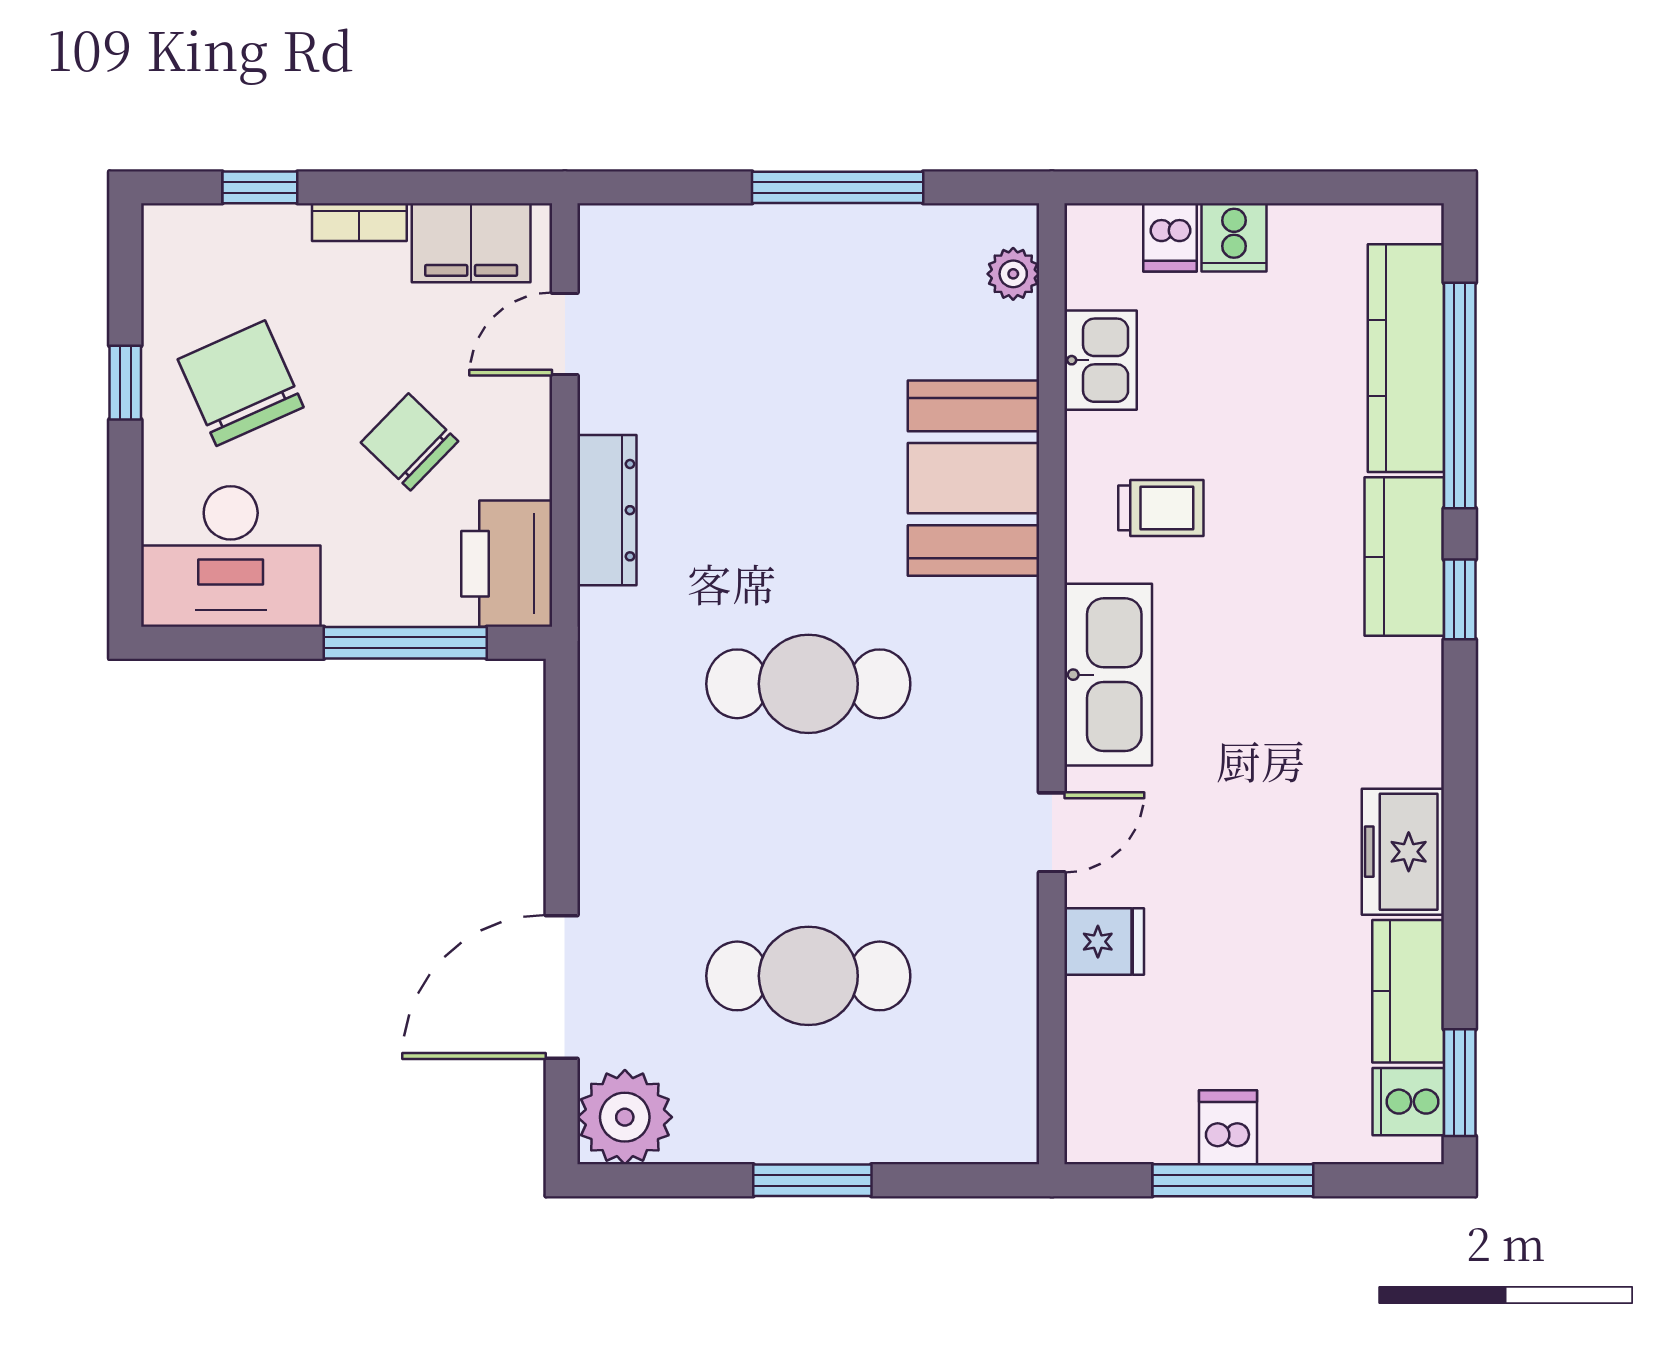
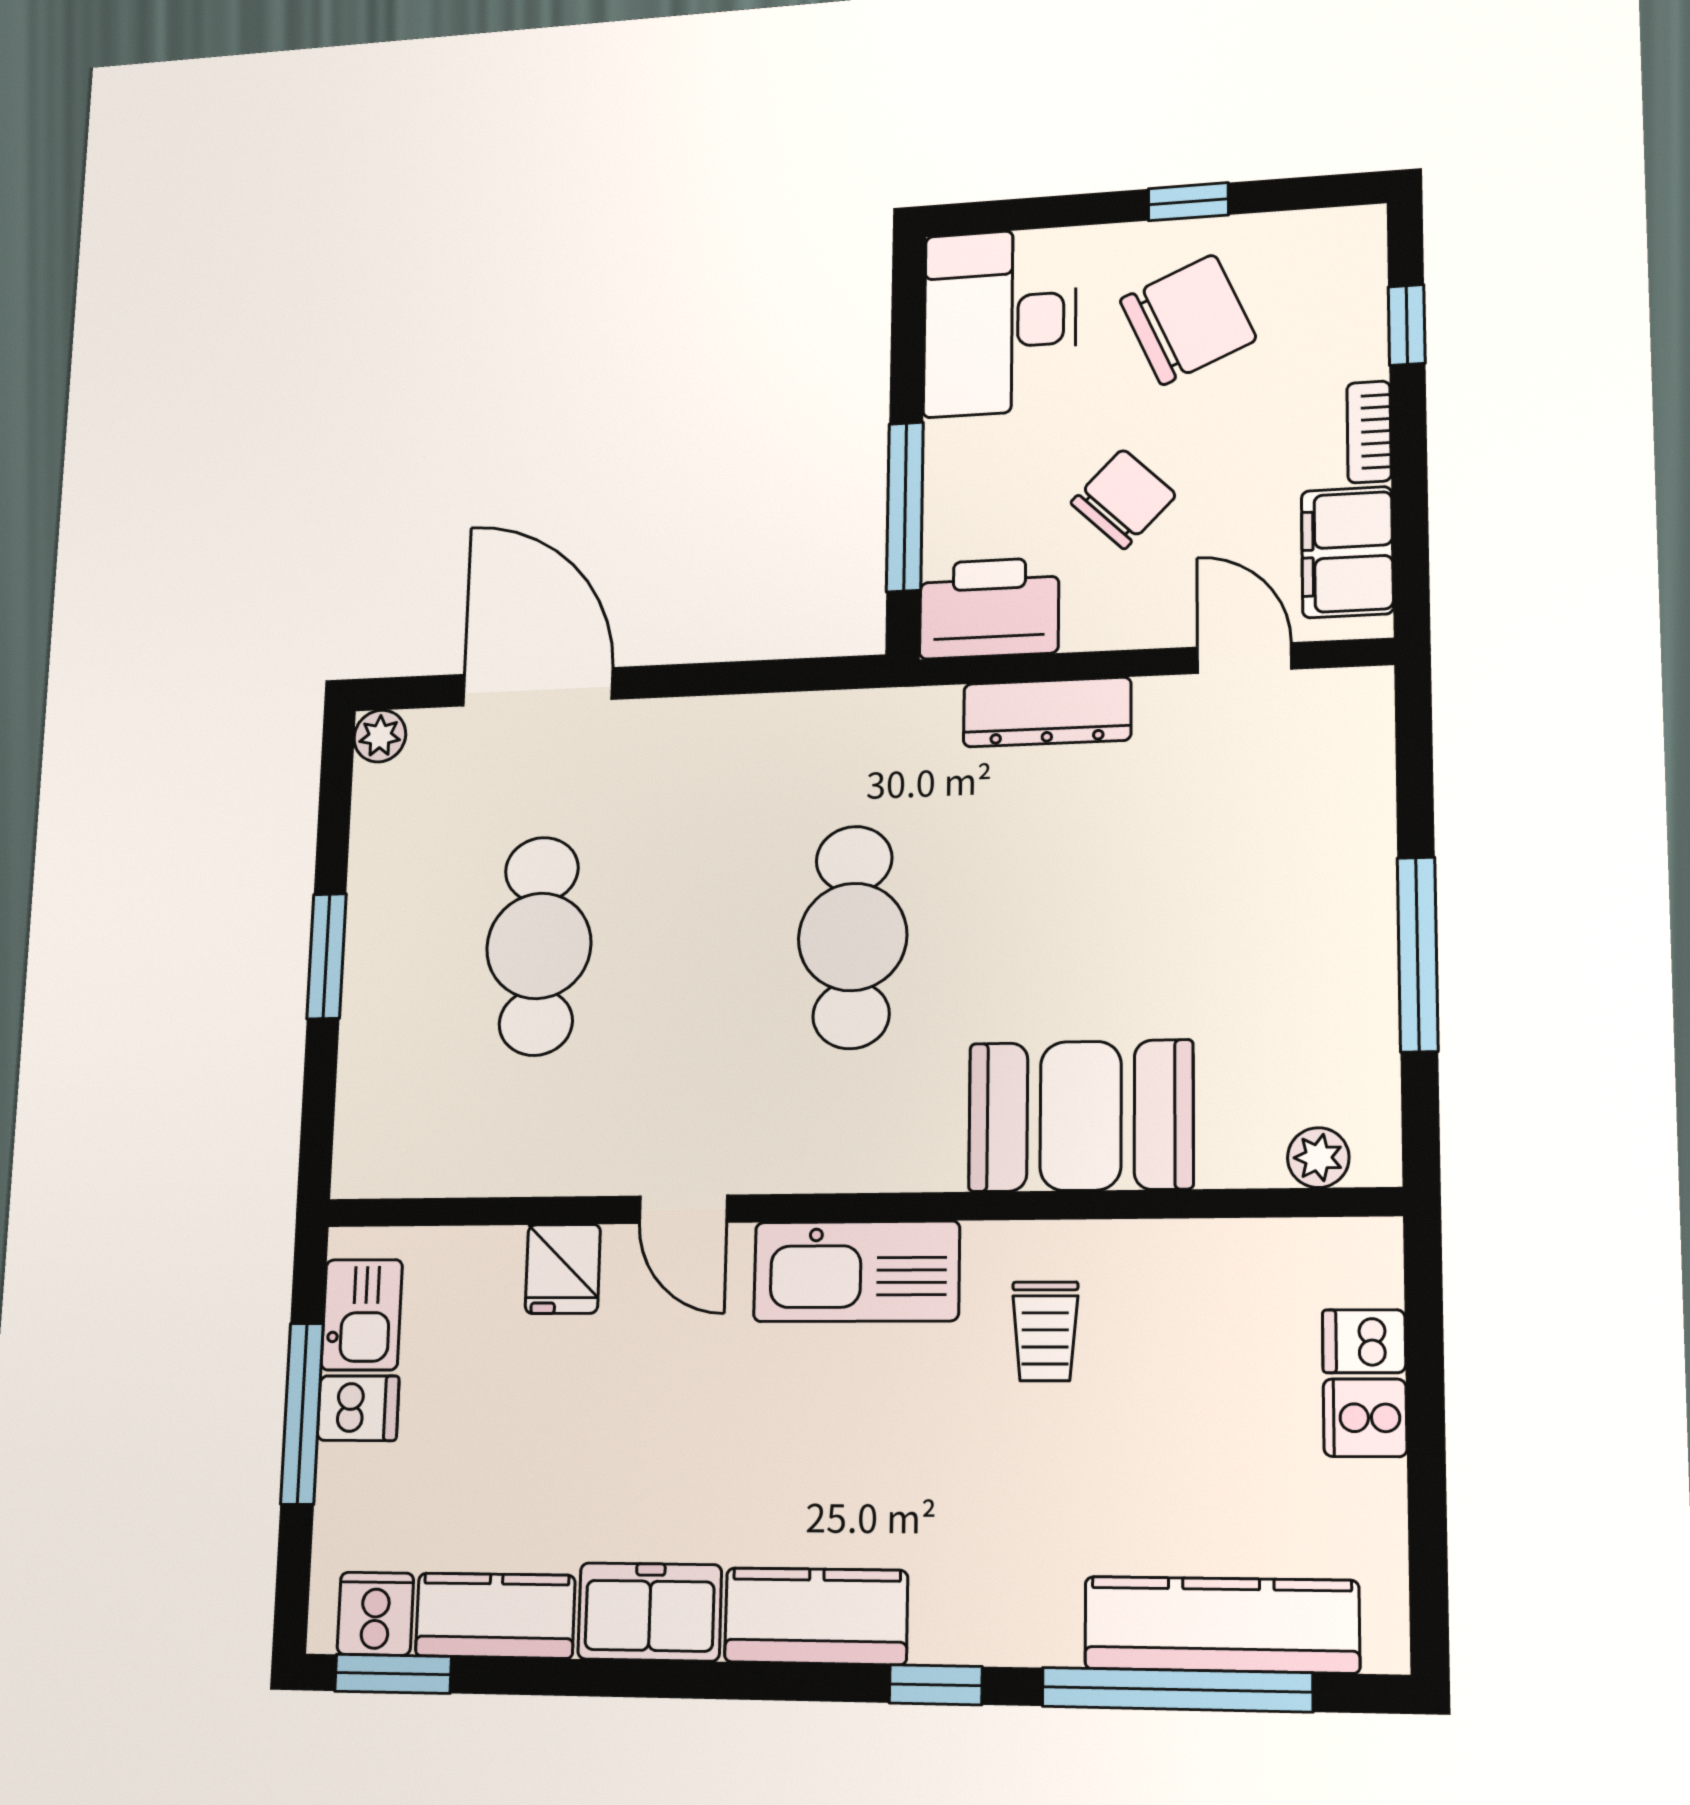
kitchen sink: (1100, 360) -> (362, 1315), moved, turned -90
kitchen counter: (1404, 557) -> (816, 1616), moved
plant: (625, 1117) -> (380, 736), width x0.53, depth x0.53

